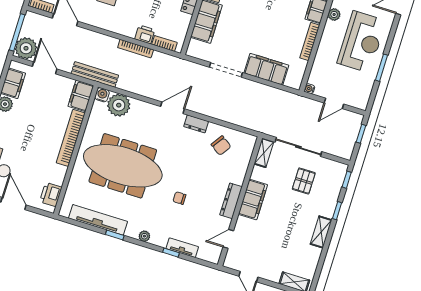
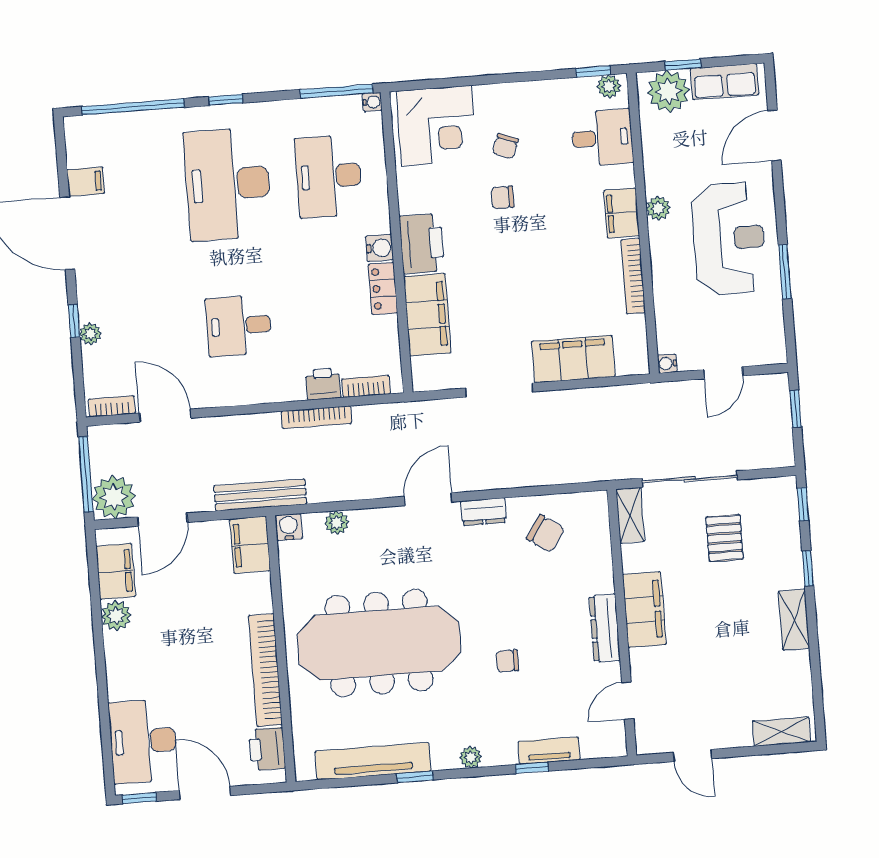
door: (45, 68) -> (163, 520), swing flipped
plant: (119, 105) -> (337, 523), width x0.53, depth x0.53
bookcase: (71, 138) -> (265, 670), moved

